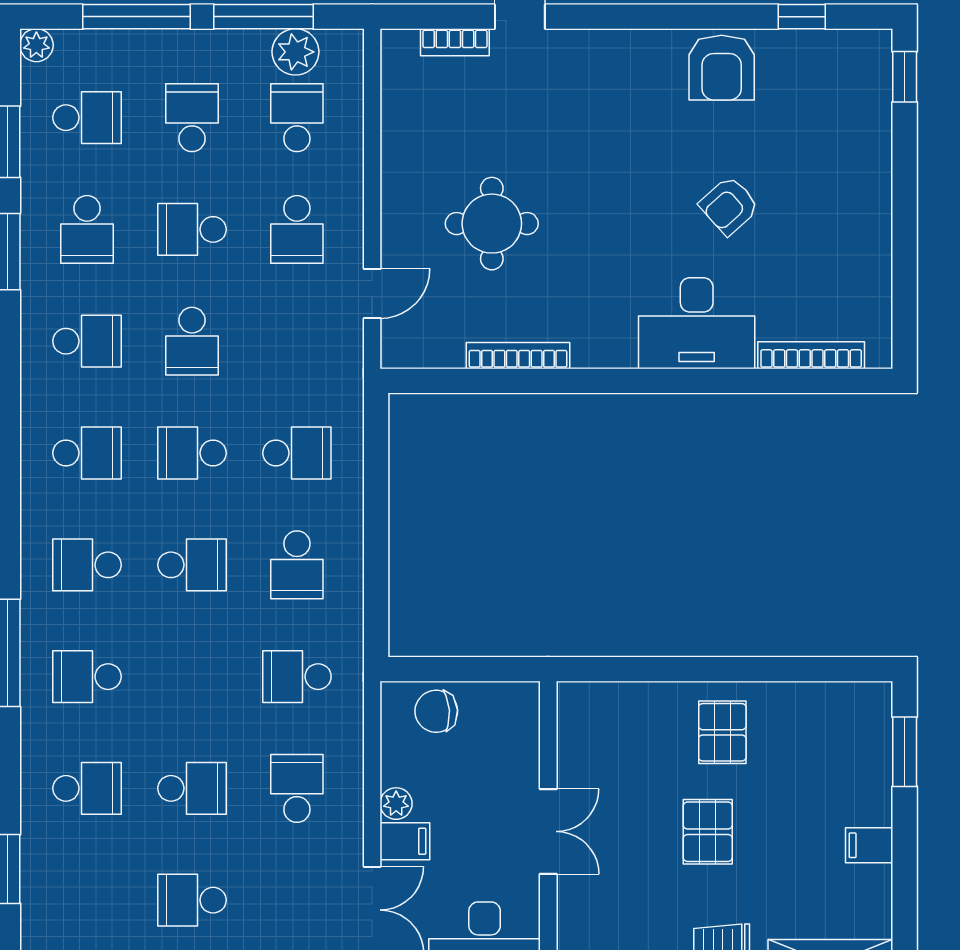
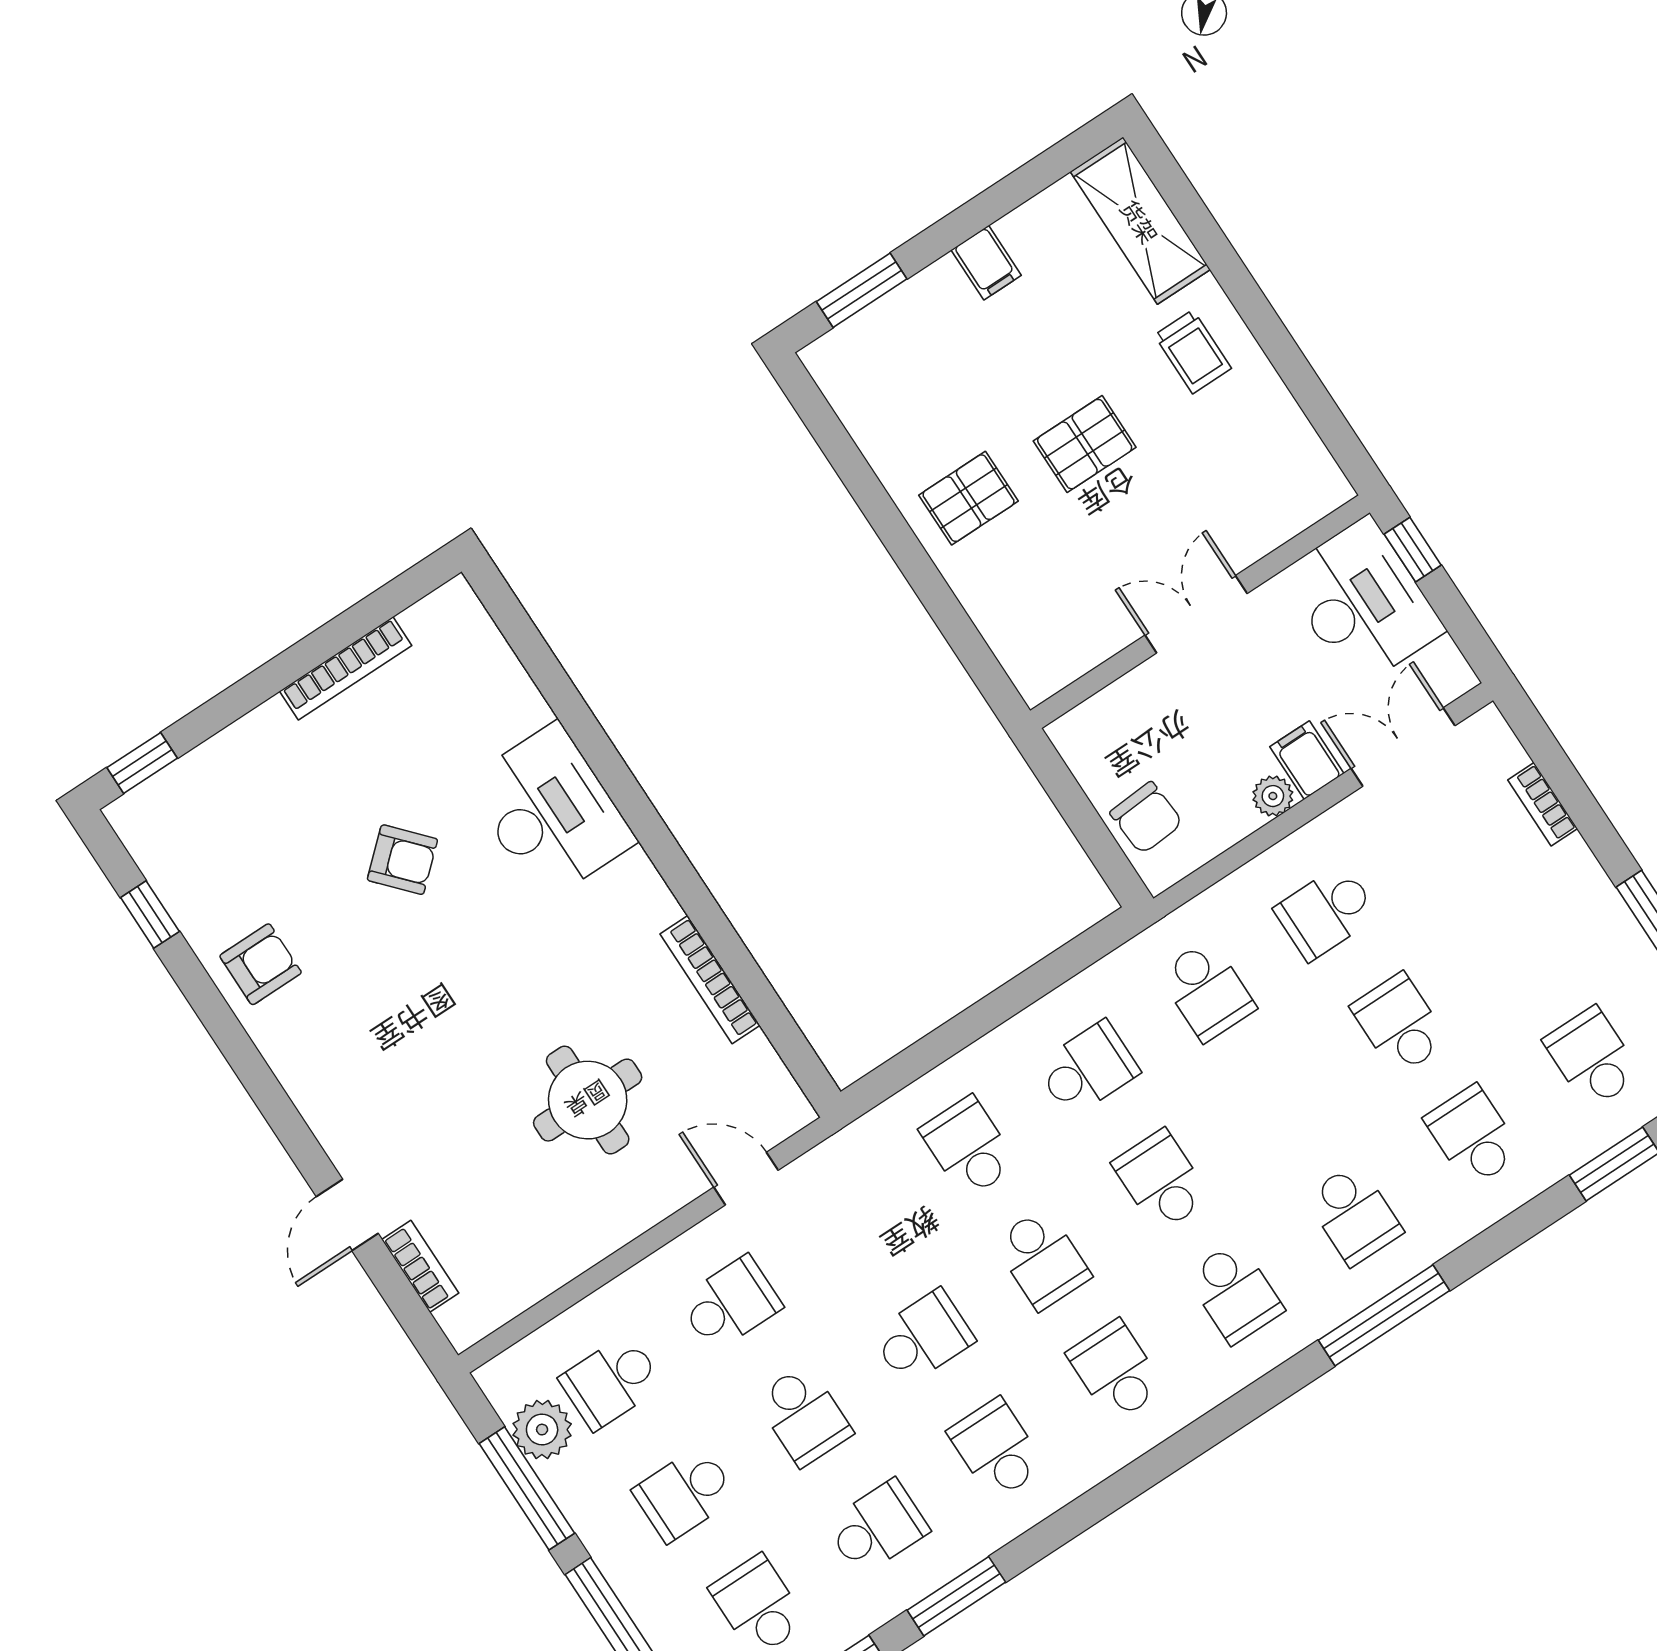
armchair: (722, 68) -> (261, 964), width x0.72, depth x0.72
bookcase: (811, 355) -> (346, 668), moved, turned -90
school desk: (192, 900) -> (1592, 1058), moved, turned 180

